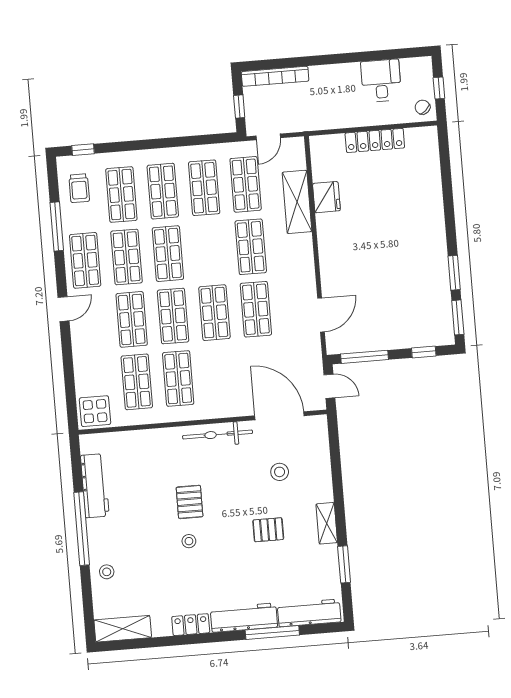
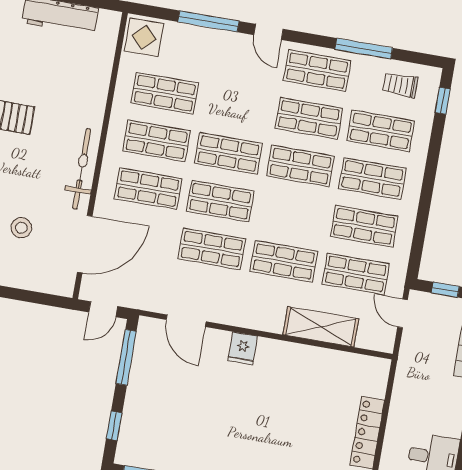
fridge: (326, 197) -> (243, 348), moved, width x0.72
shop shelf: (132, 319) -> (148, 189), moved
window: (68, 361) -> (208, 21), added

